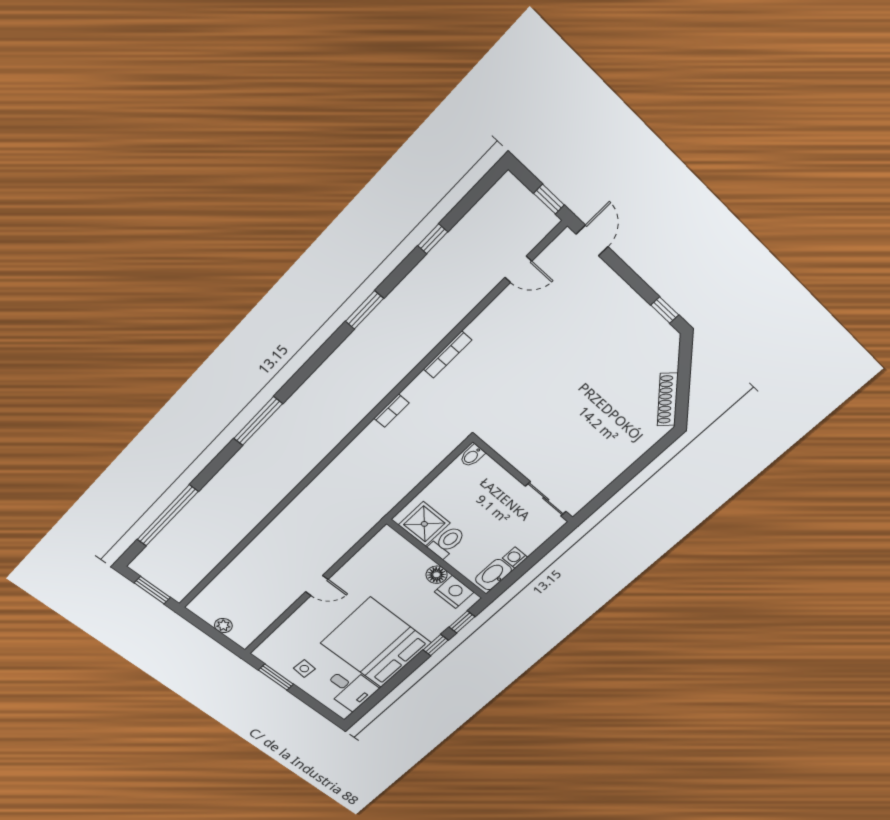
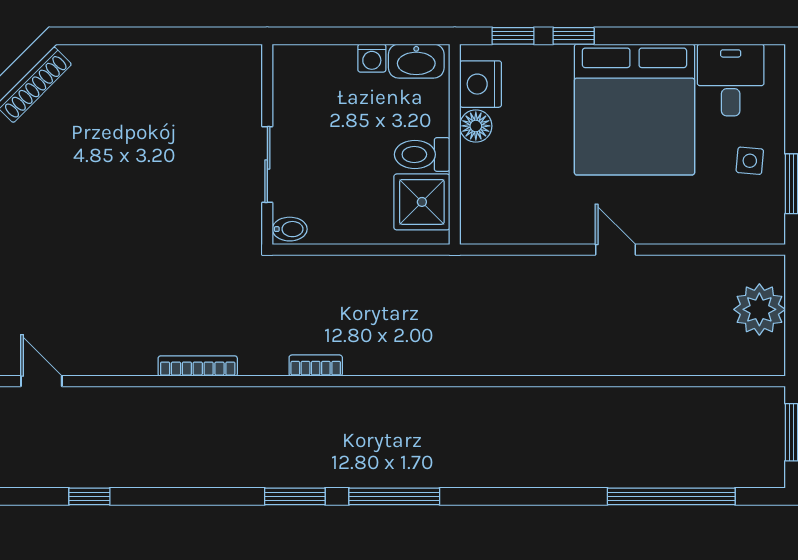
window: (365, 310) -> (295, 496), moved
window: (258, 421) -> (394, 496), moved
sliding door: (546, 499) -> (267, 165), moved
plant: (223, 626) -> (759, 309), width x1.87, depth x1.87

